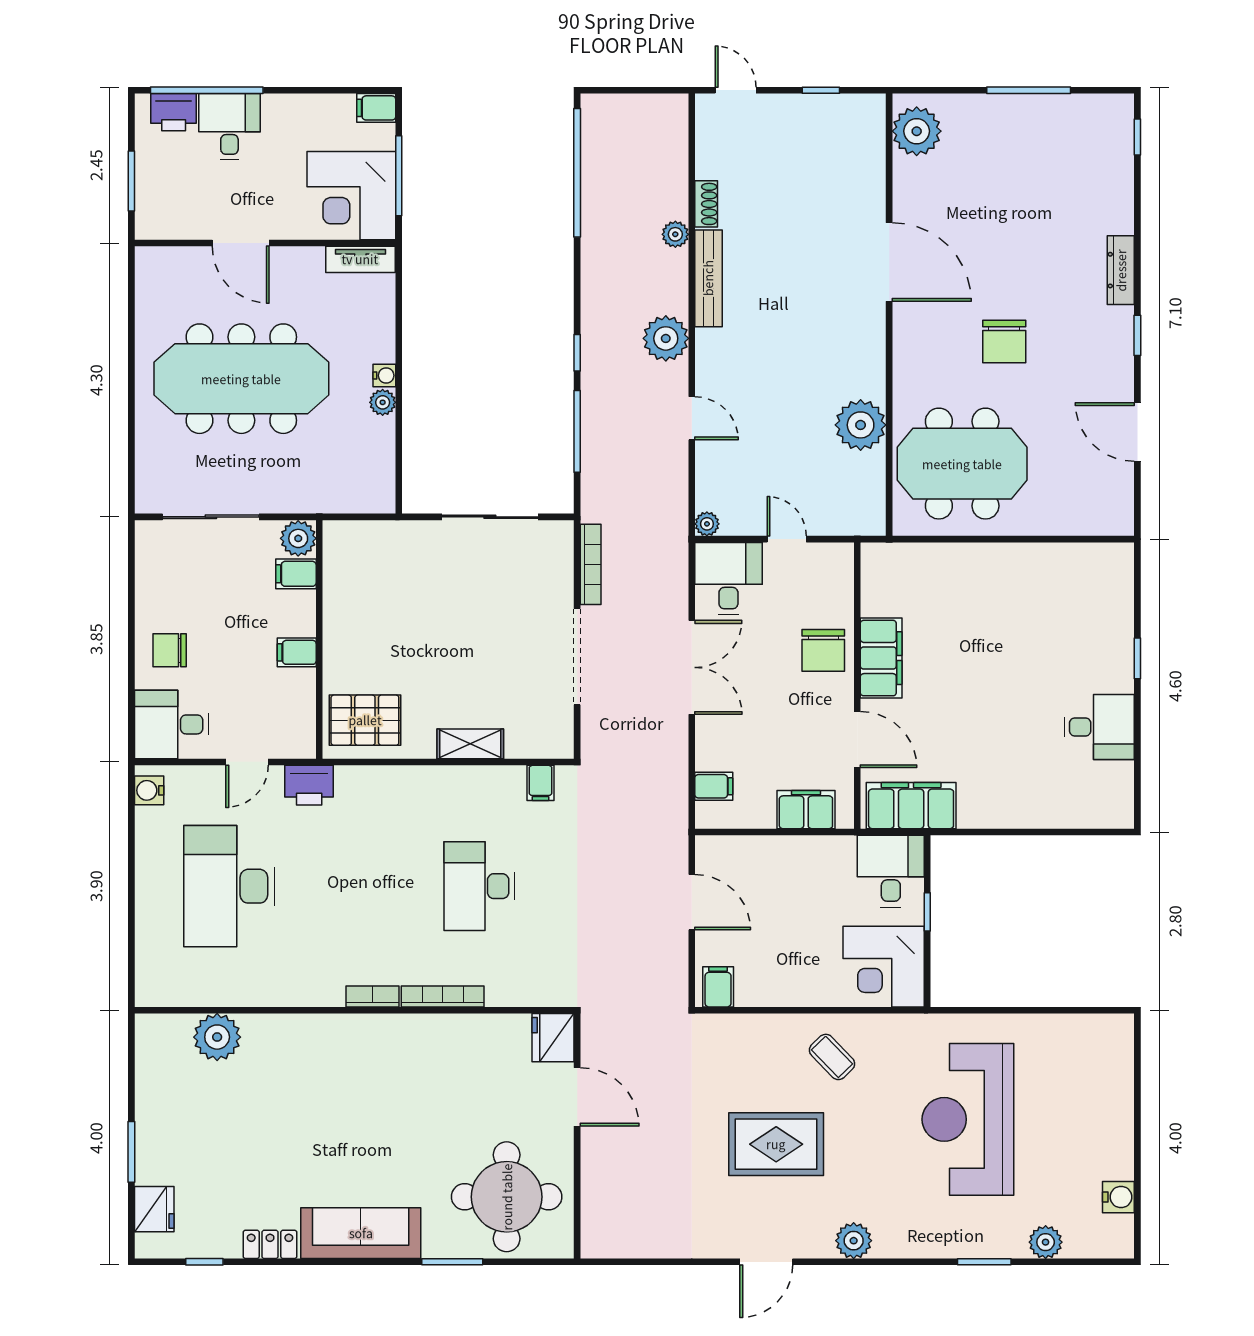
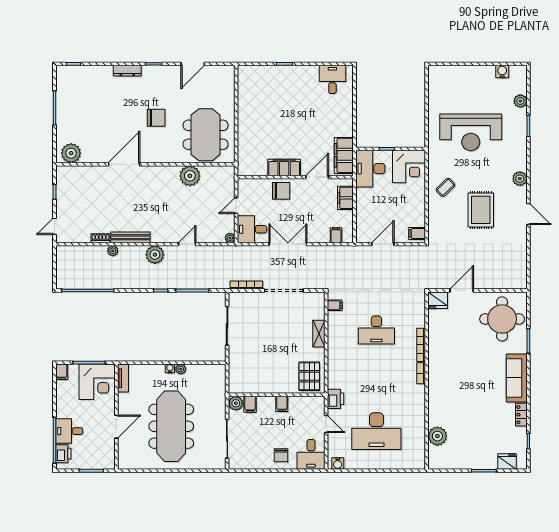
desk: (1099, 727) -> (332, 79), moved
desk: (891, 871) -> (370, 169), width x1.37

